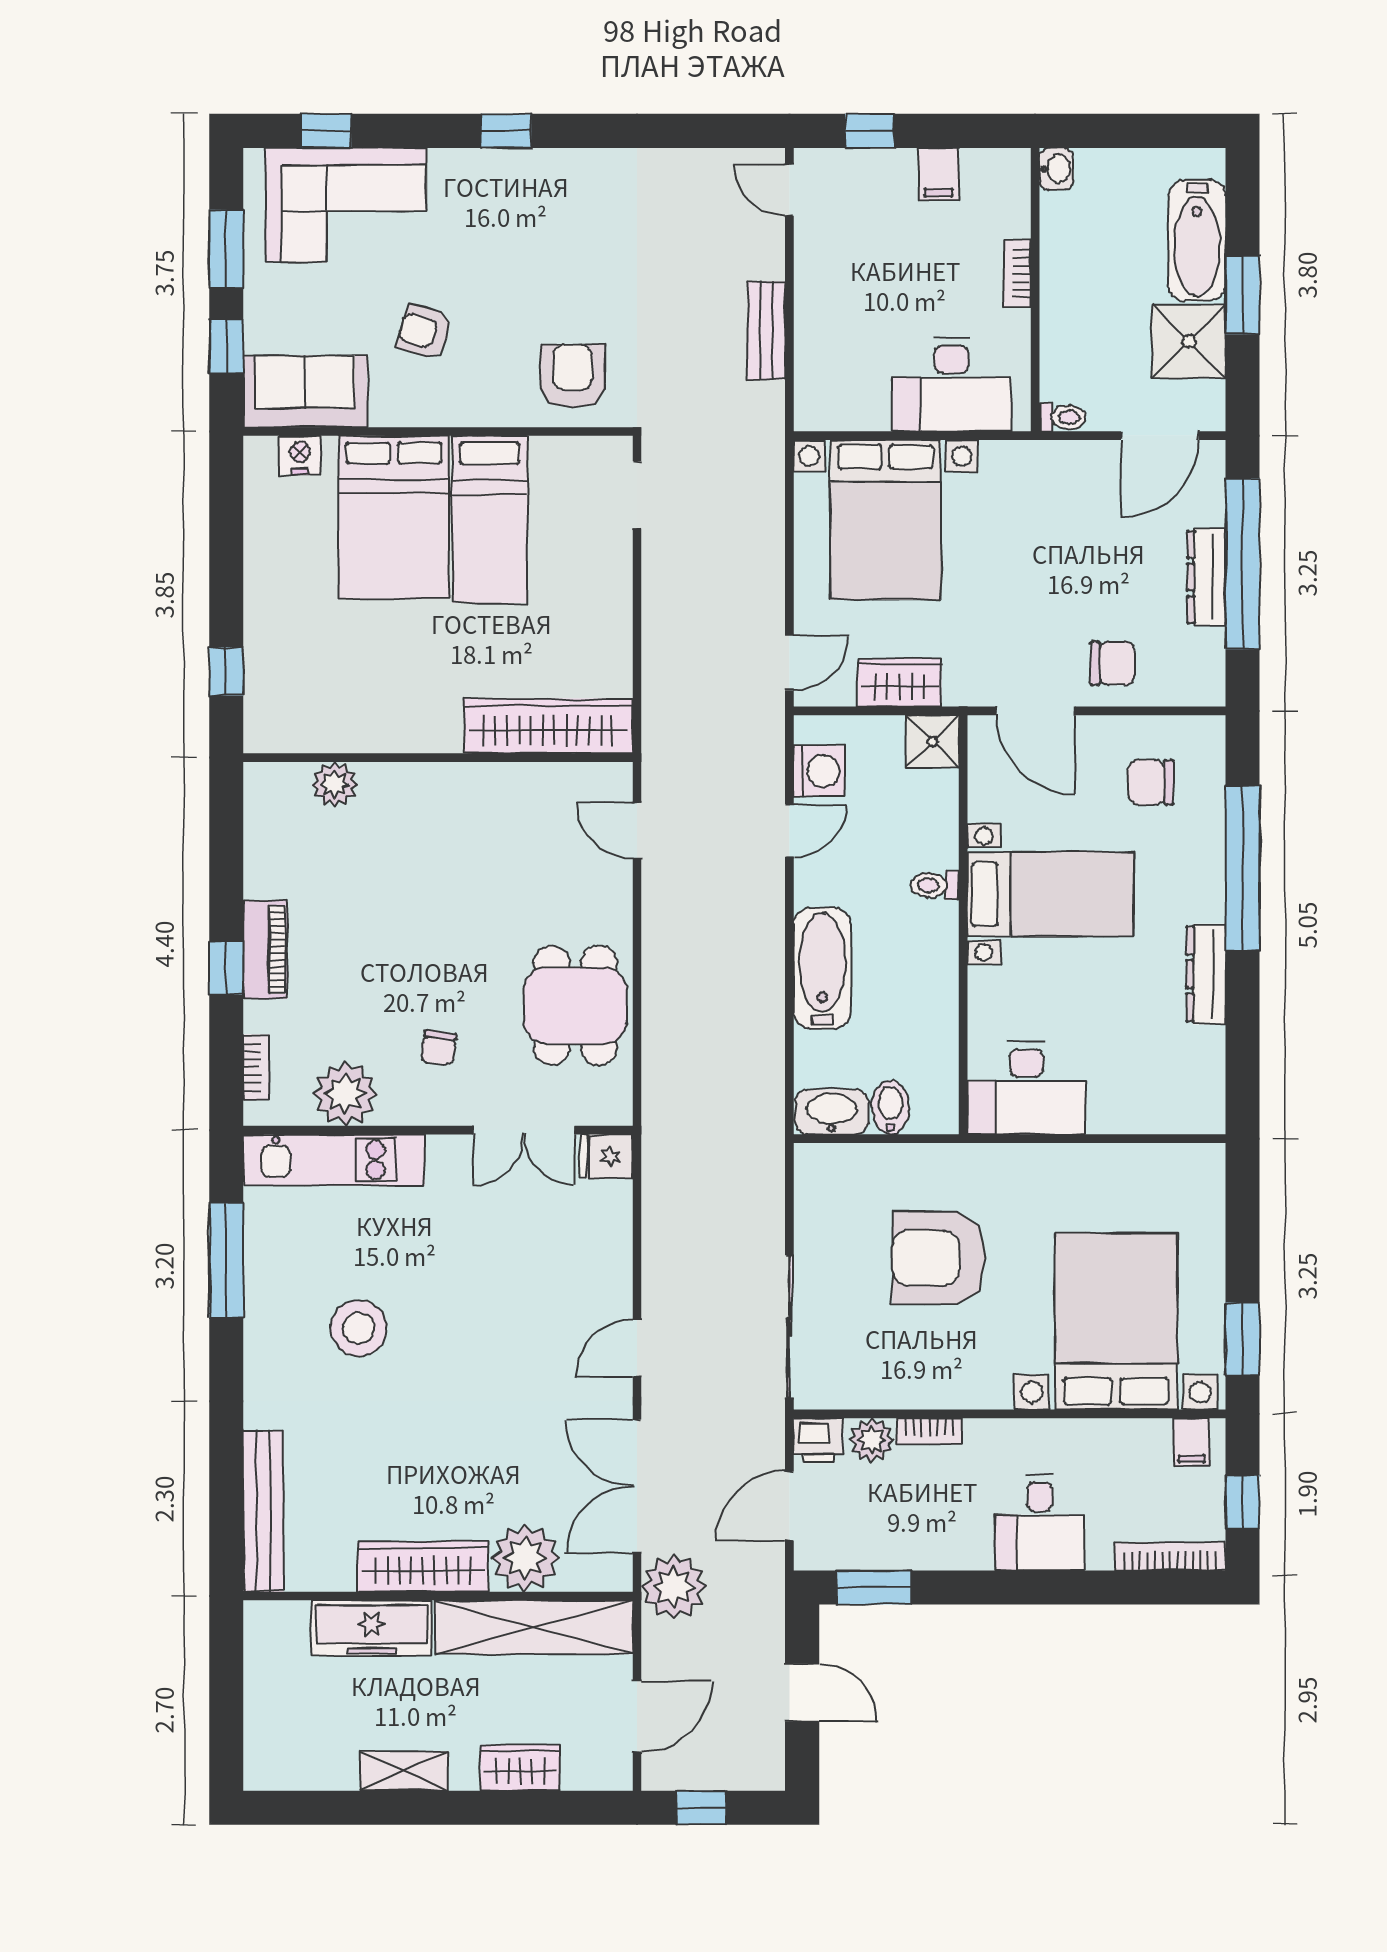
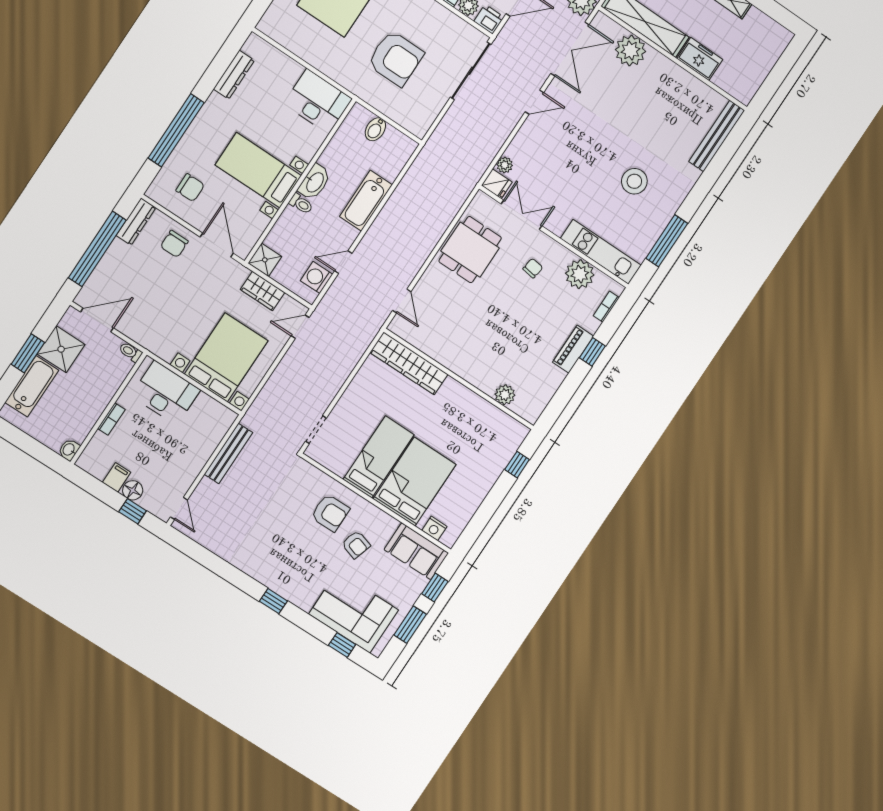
floor lamp: (894, 169) -> (133, 490), added
bench: (767, 330) -> (228, 453), width x1.36
armchair: (573, 376) -> (330, 513), moved, turned -90
dresser: (1207, 577) -> (136, 222), moved
chair: (1113, 663) -> (174, 244), turned -90
dresser: (1206, 974) -> (234, 75), moved
washbasin: (832, 1112) -> (315, 182), moved, turned -90
plant: (615, 1199) -> (505, 165), added
wardrobe: (423, 1567) -> (671, 74), removed
freezer: (372, 1628) -> (700, 59), width x0.71

